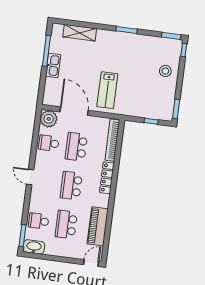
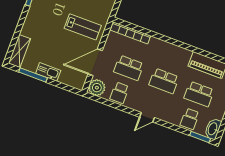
shelving: (80, 33) -> (19, 51), moved
locker: (107, 178) -> (164, 46), removed

